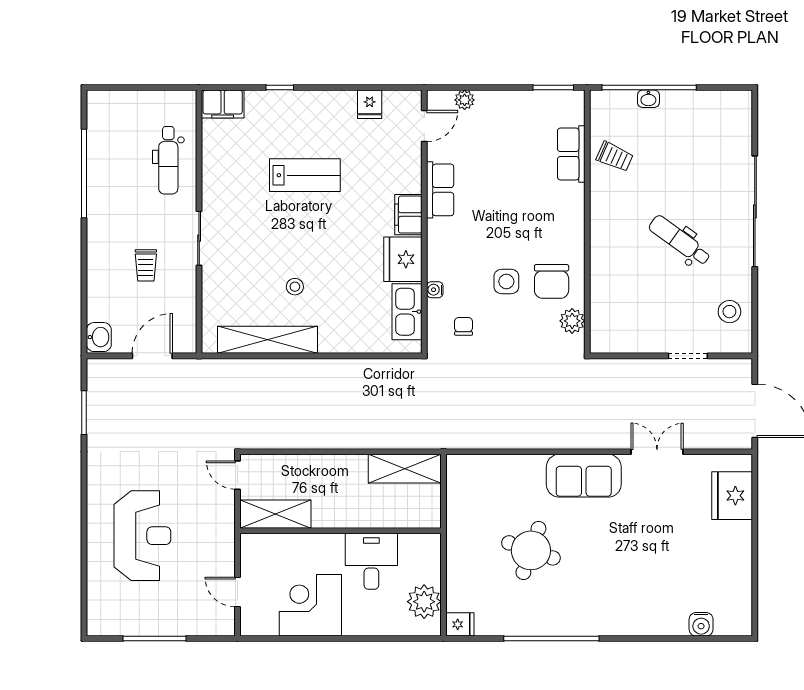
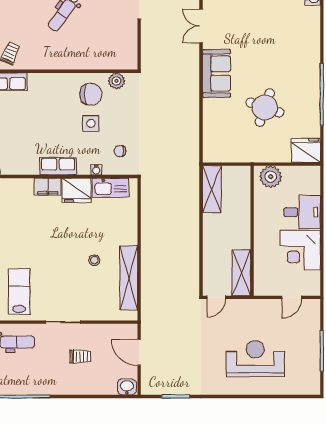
lab bench: (305, 175) -> (19, 292), moved
row of seats: (440, 190) -> (58, 166), moved
desk: (371, 561) -> (302, 212), moved, turned 180
plant: (424, 602) -> (271, 177), moved
fridge: (460, 624) -> (306, 150), width x1.88, depth x1.34

